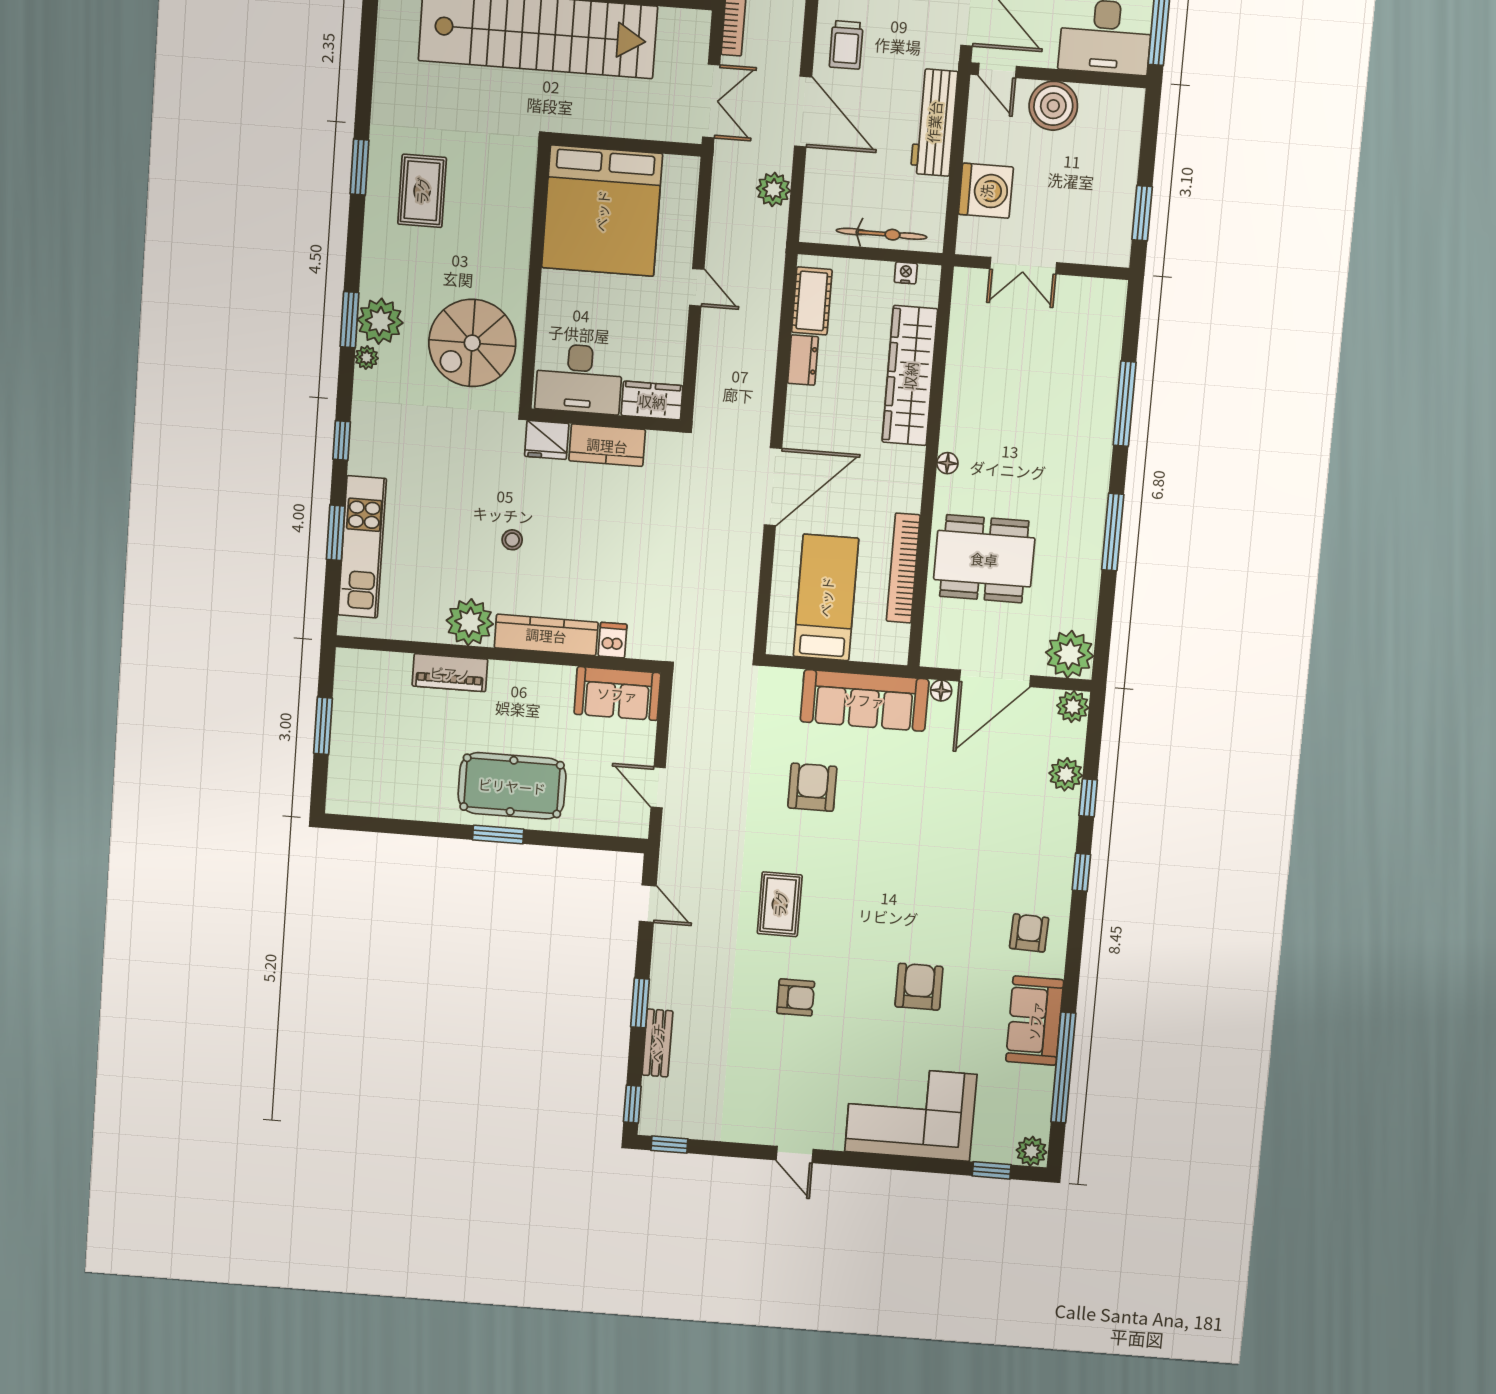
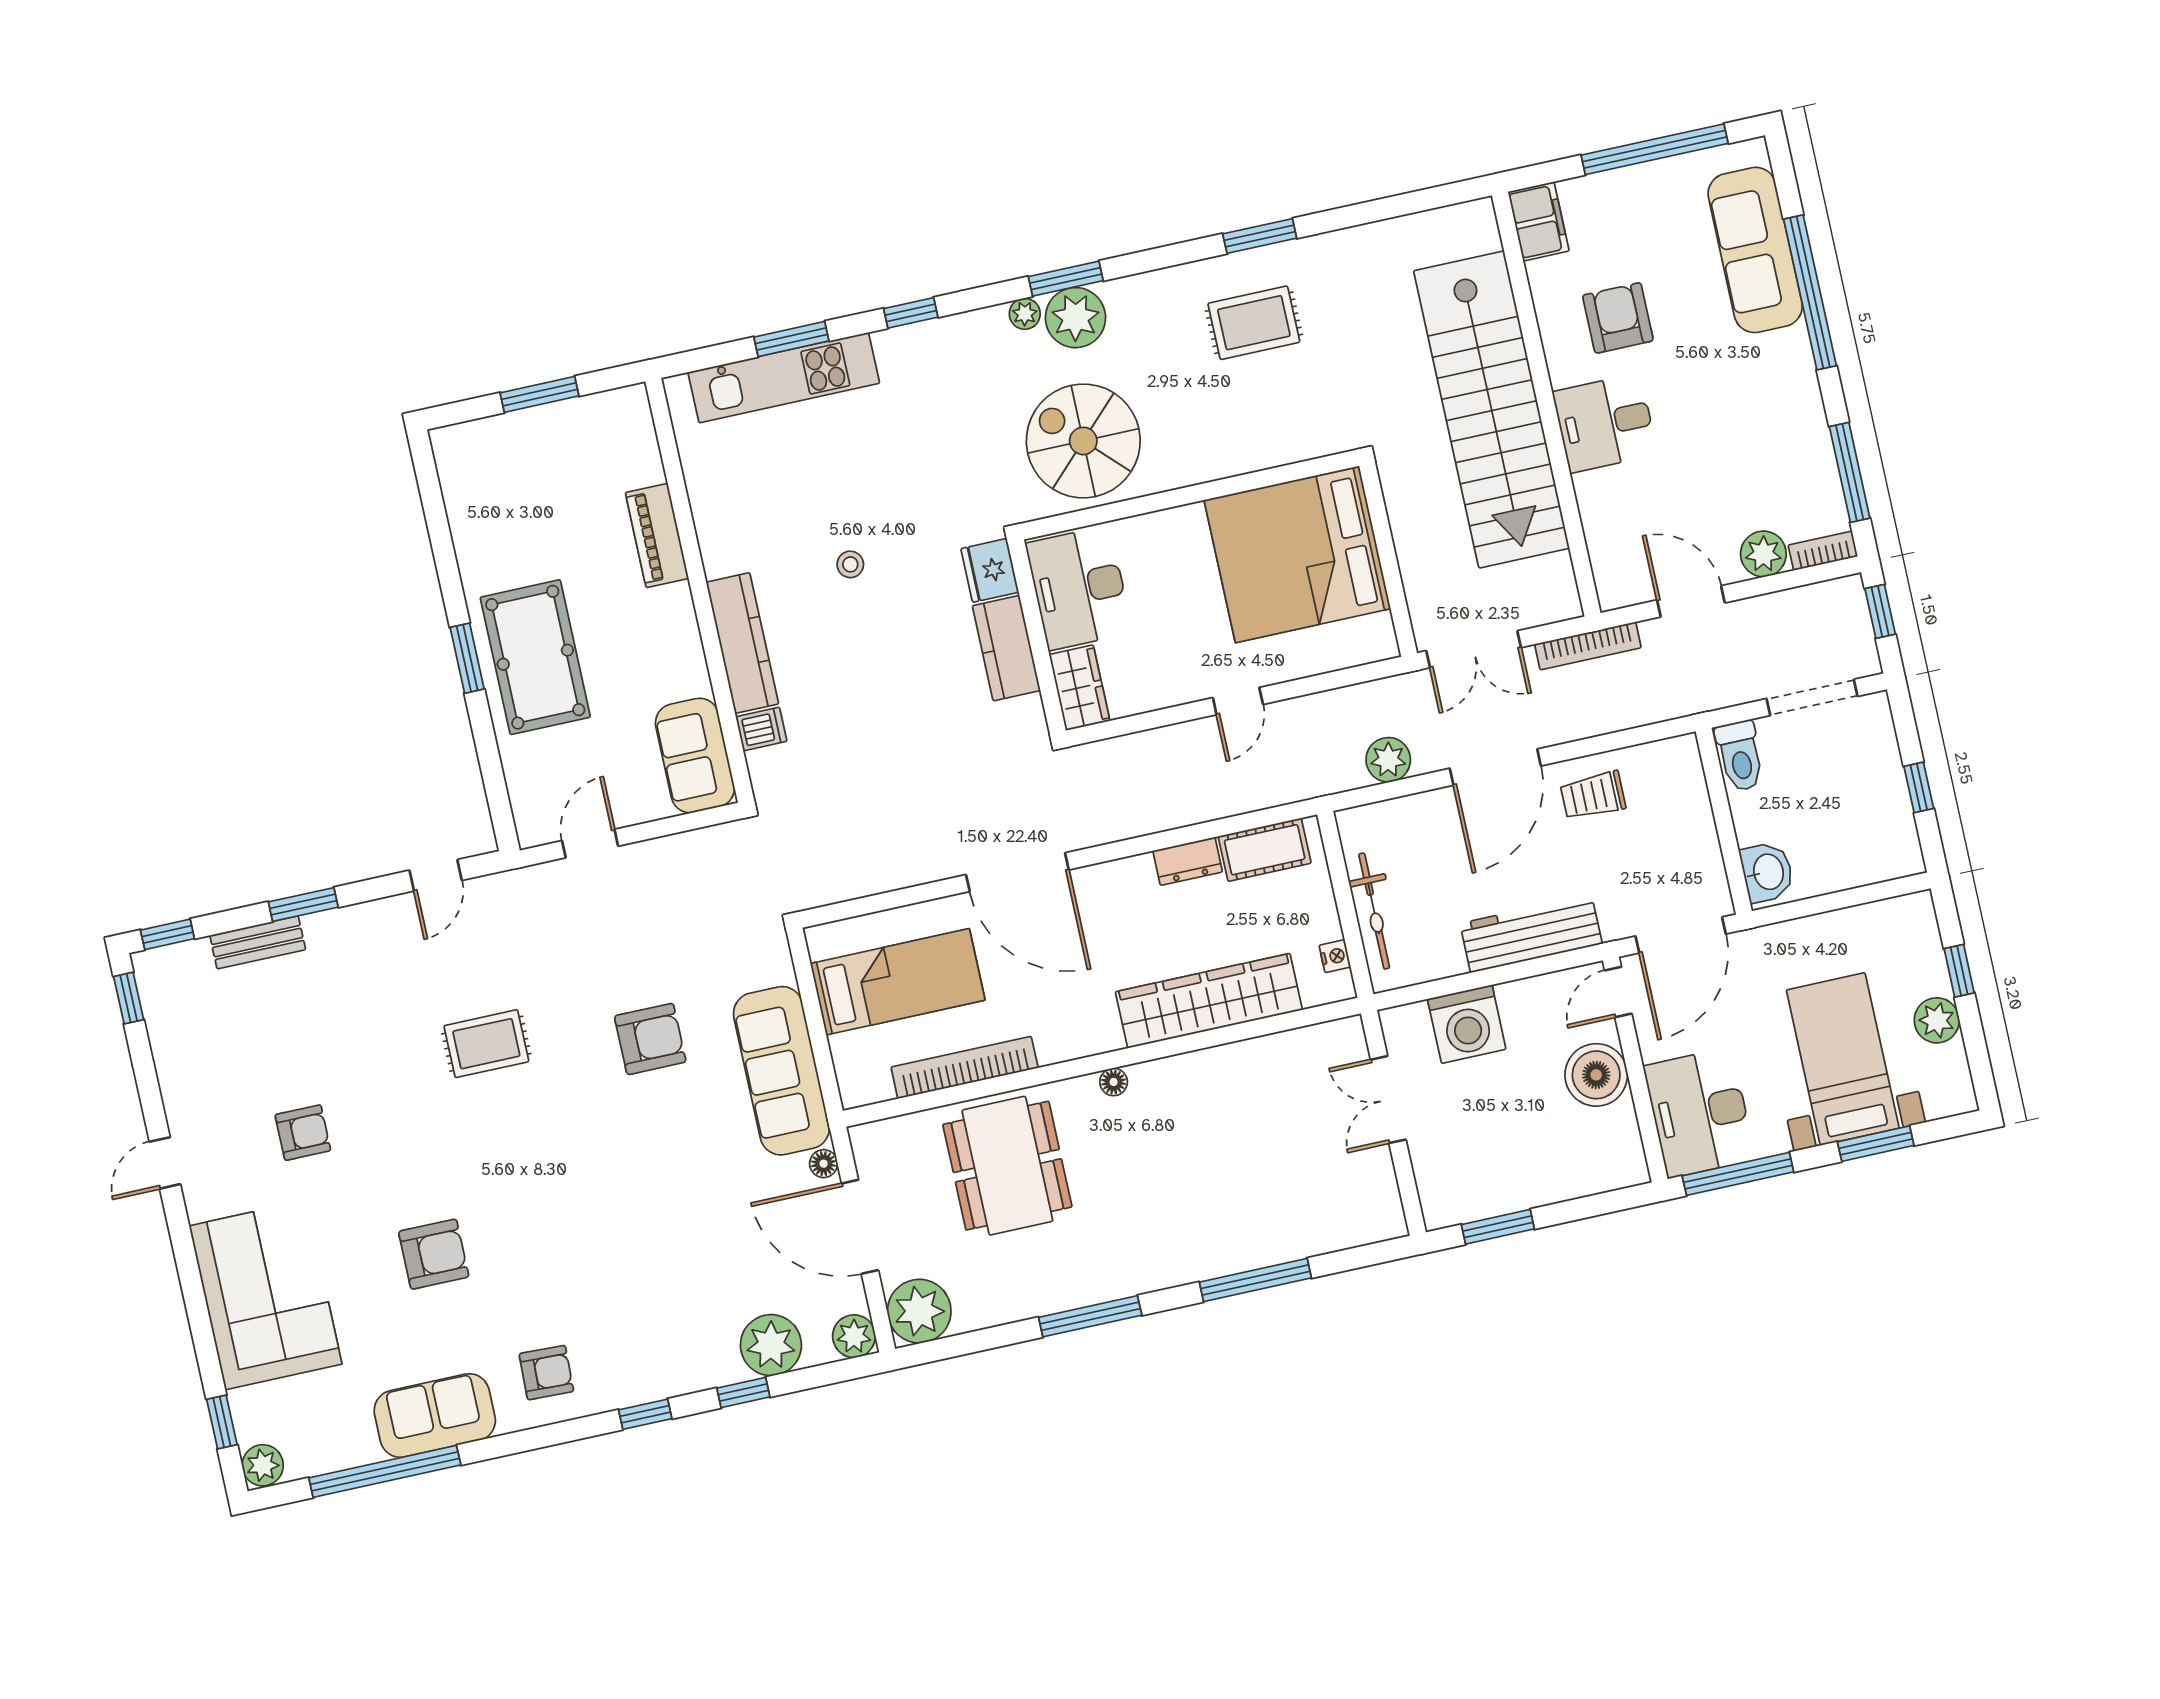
plant: (470, 622) -> (729, 542), removed
plant: (1066, 774) -> (771, 1345), width x1.36, depth x1.36
armchair: (796, 997) -> (303, 1133), moved, turned -90

